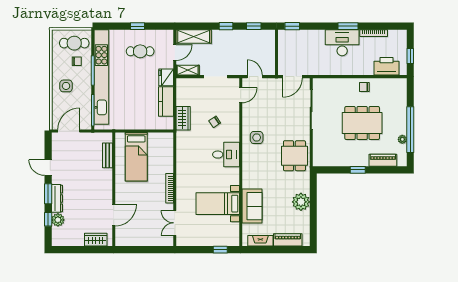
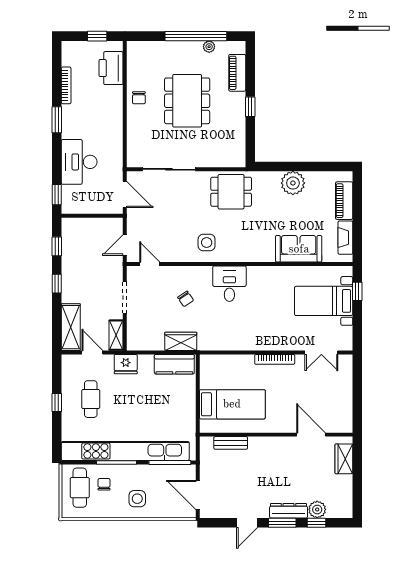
desk: (342, 43) -> (79, 162), moved
kitchen counter: (166, 102) -> (174, 364), moved
bed with nightstands: (218, 204) -> (324, 301), moved, turned 90

